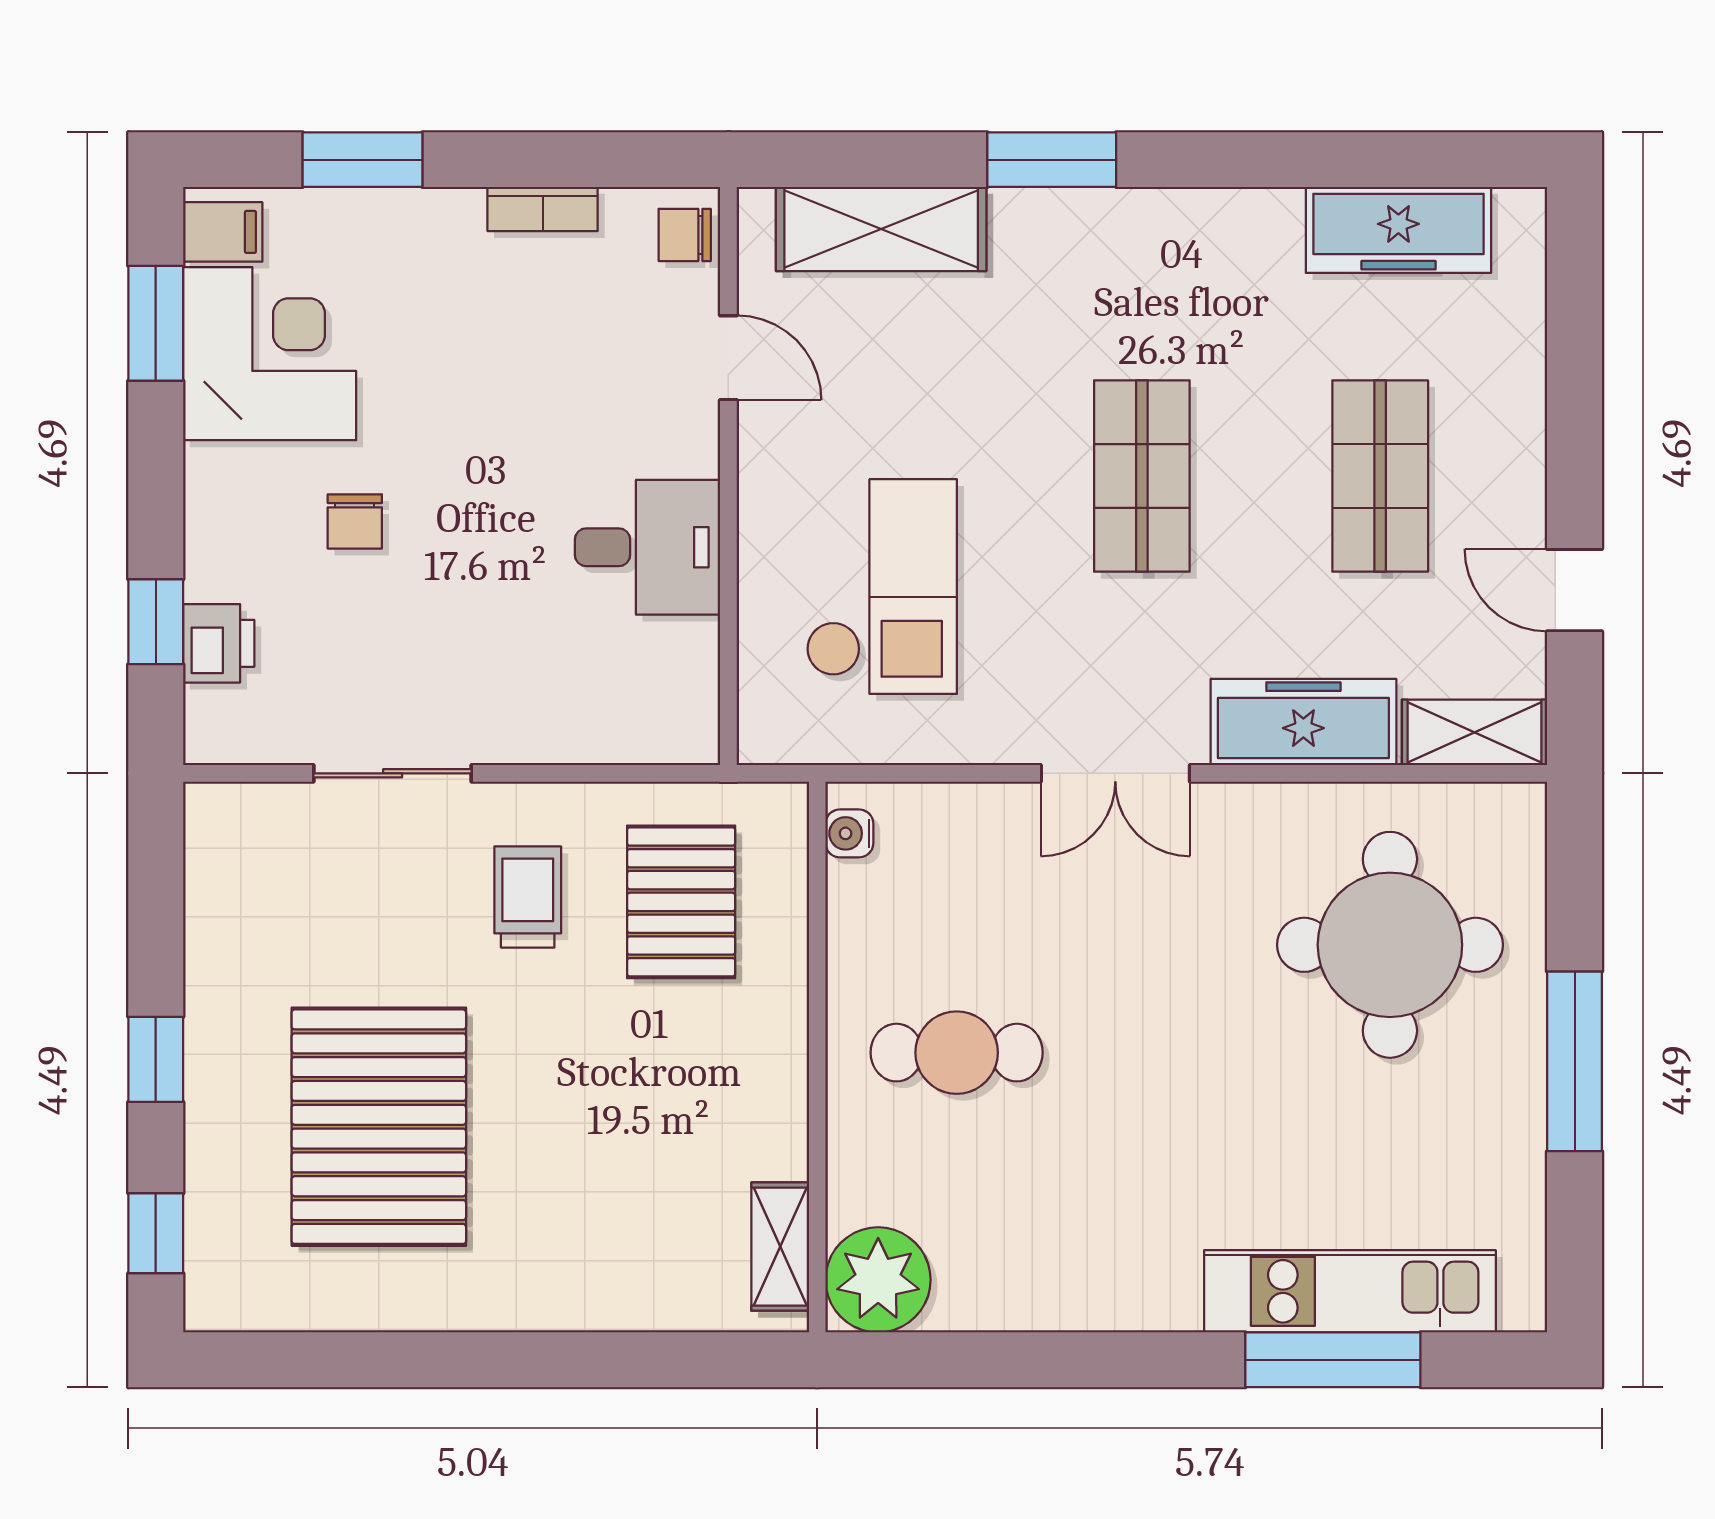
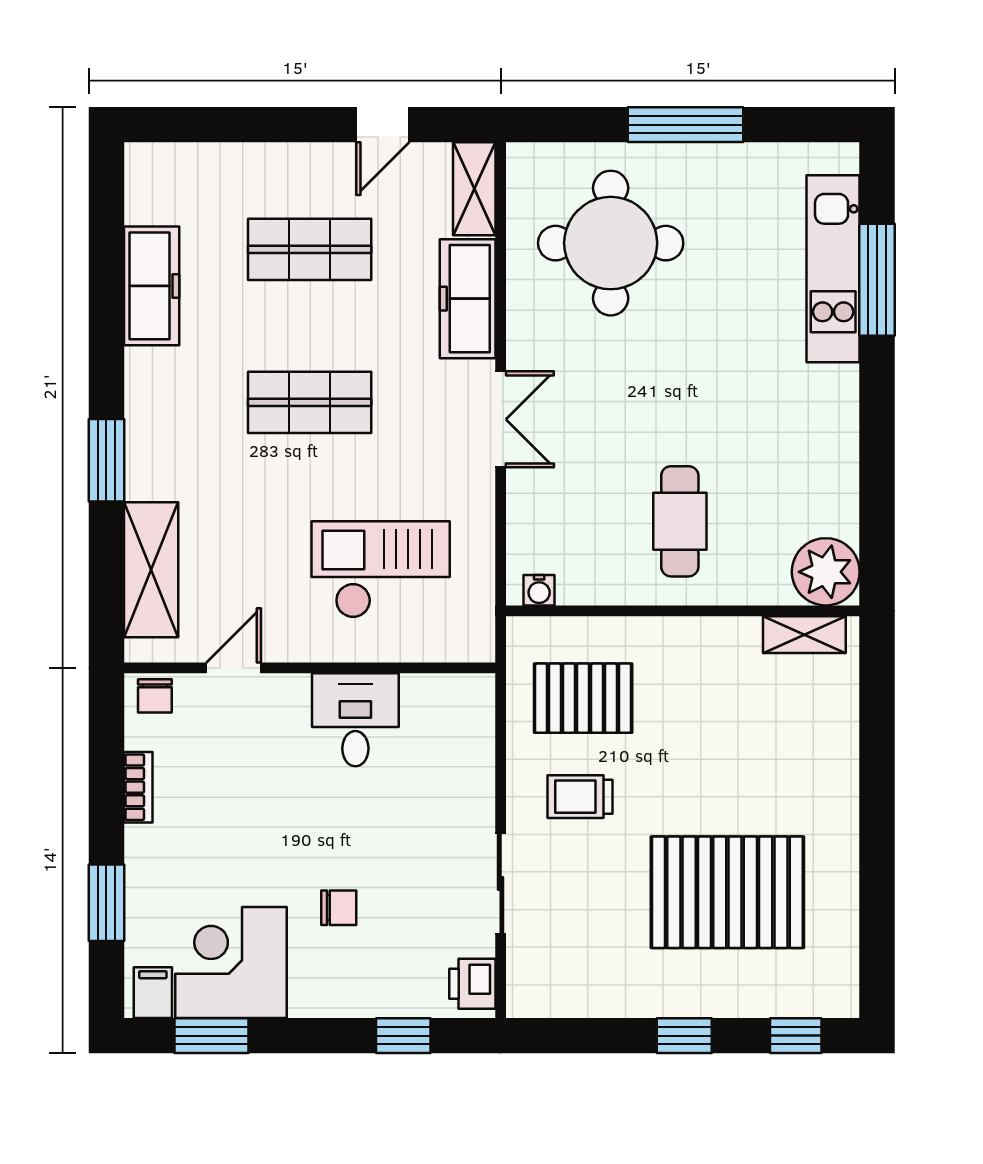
freezer: (1398, 230) -> (152, 286), moved
printer: (219, 643) -> (472, 984), moved, turned -90

